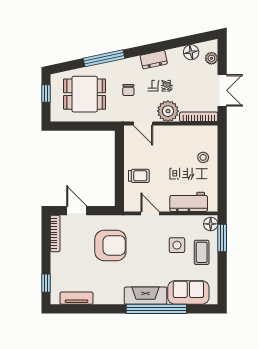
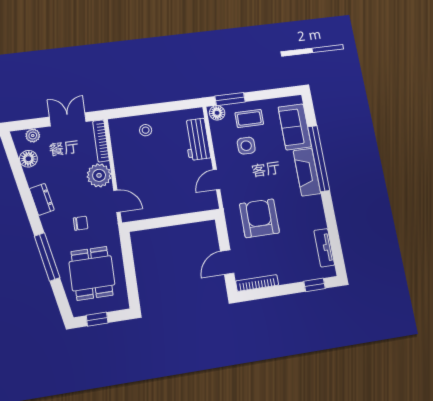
door: (143, 123) -> (117, 201), hinge flipped
trolley: (139, 176) -> (177, 198), removed

